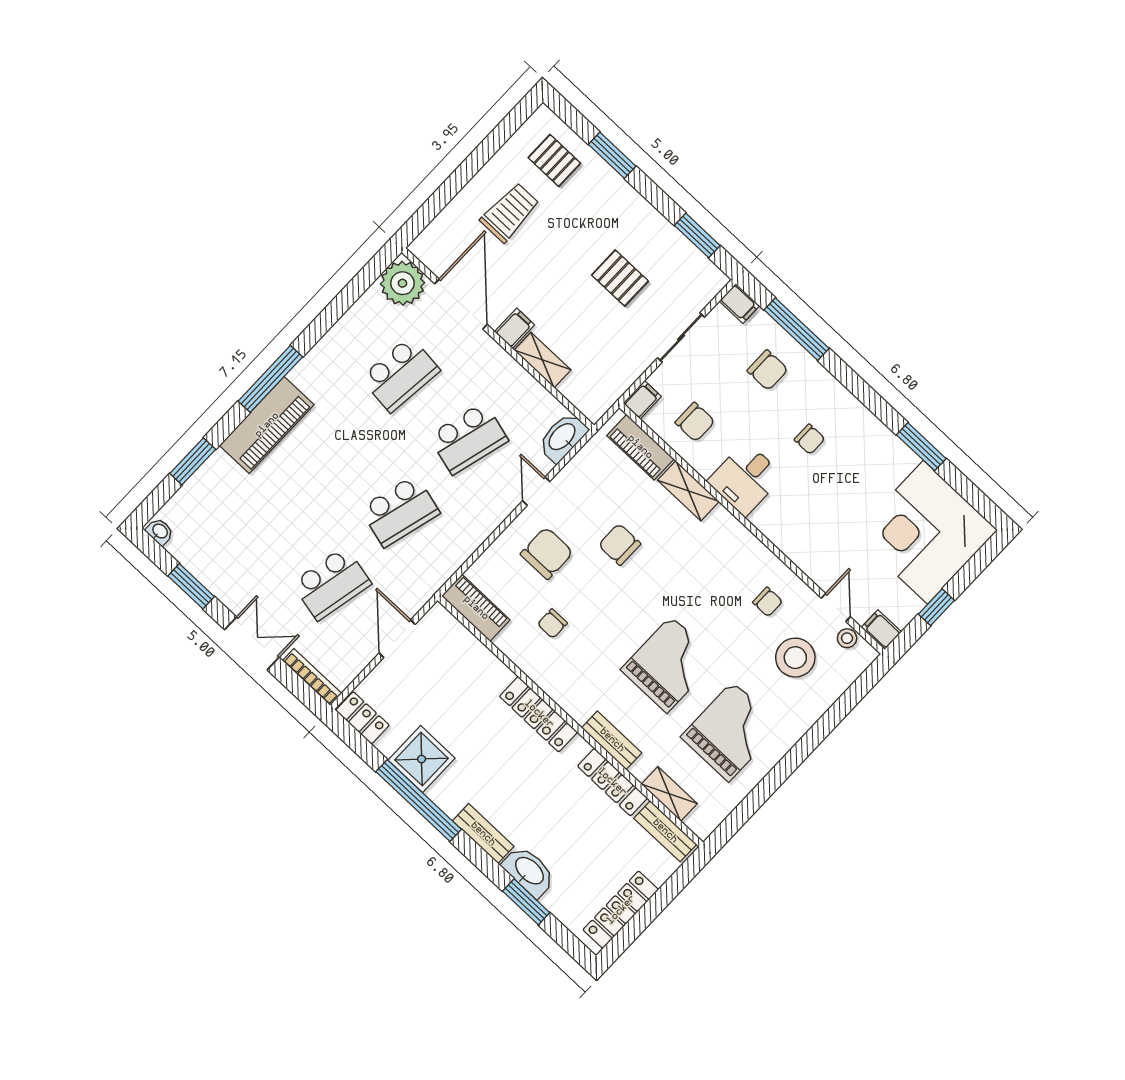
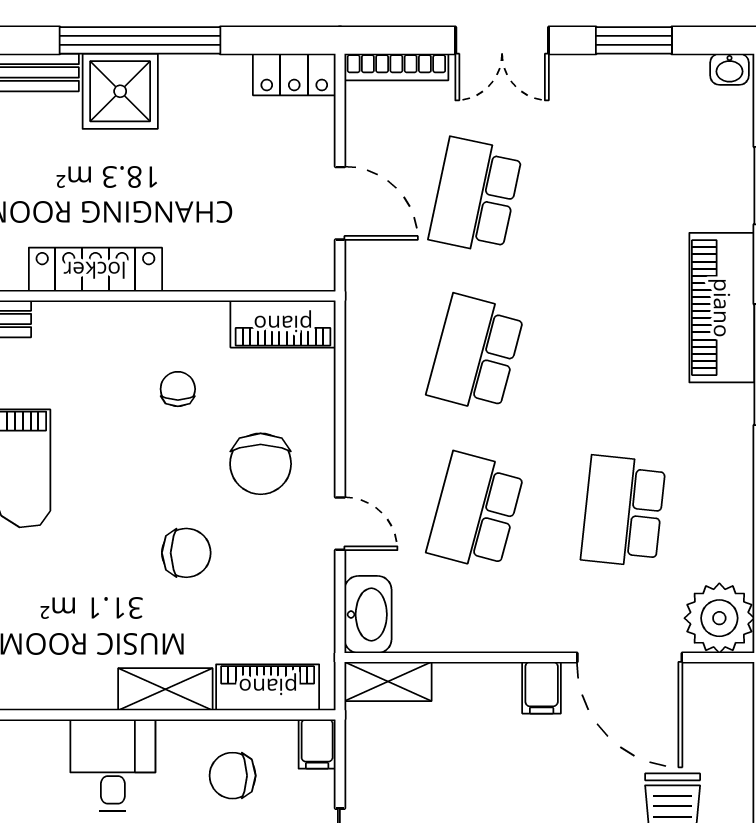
shelving: (542, 360) -> (388, 682), moved
shower: (422, 759) -> (120, 91), moved

